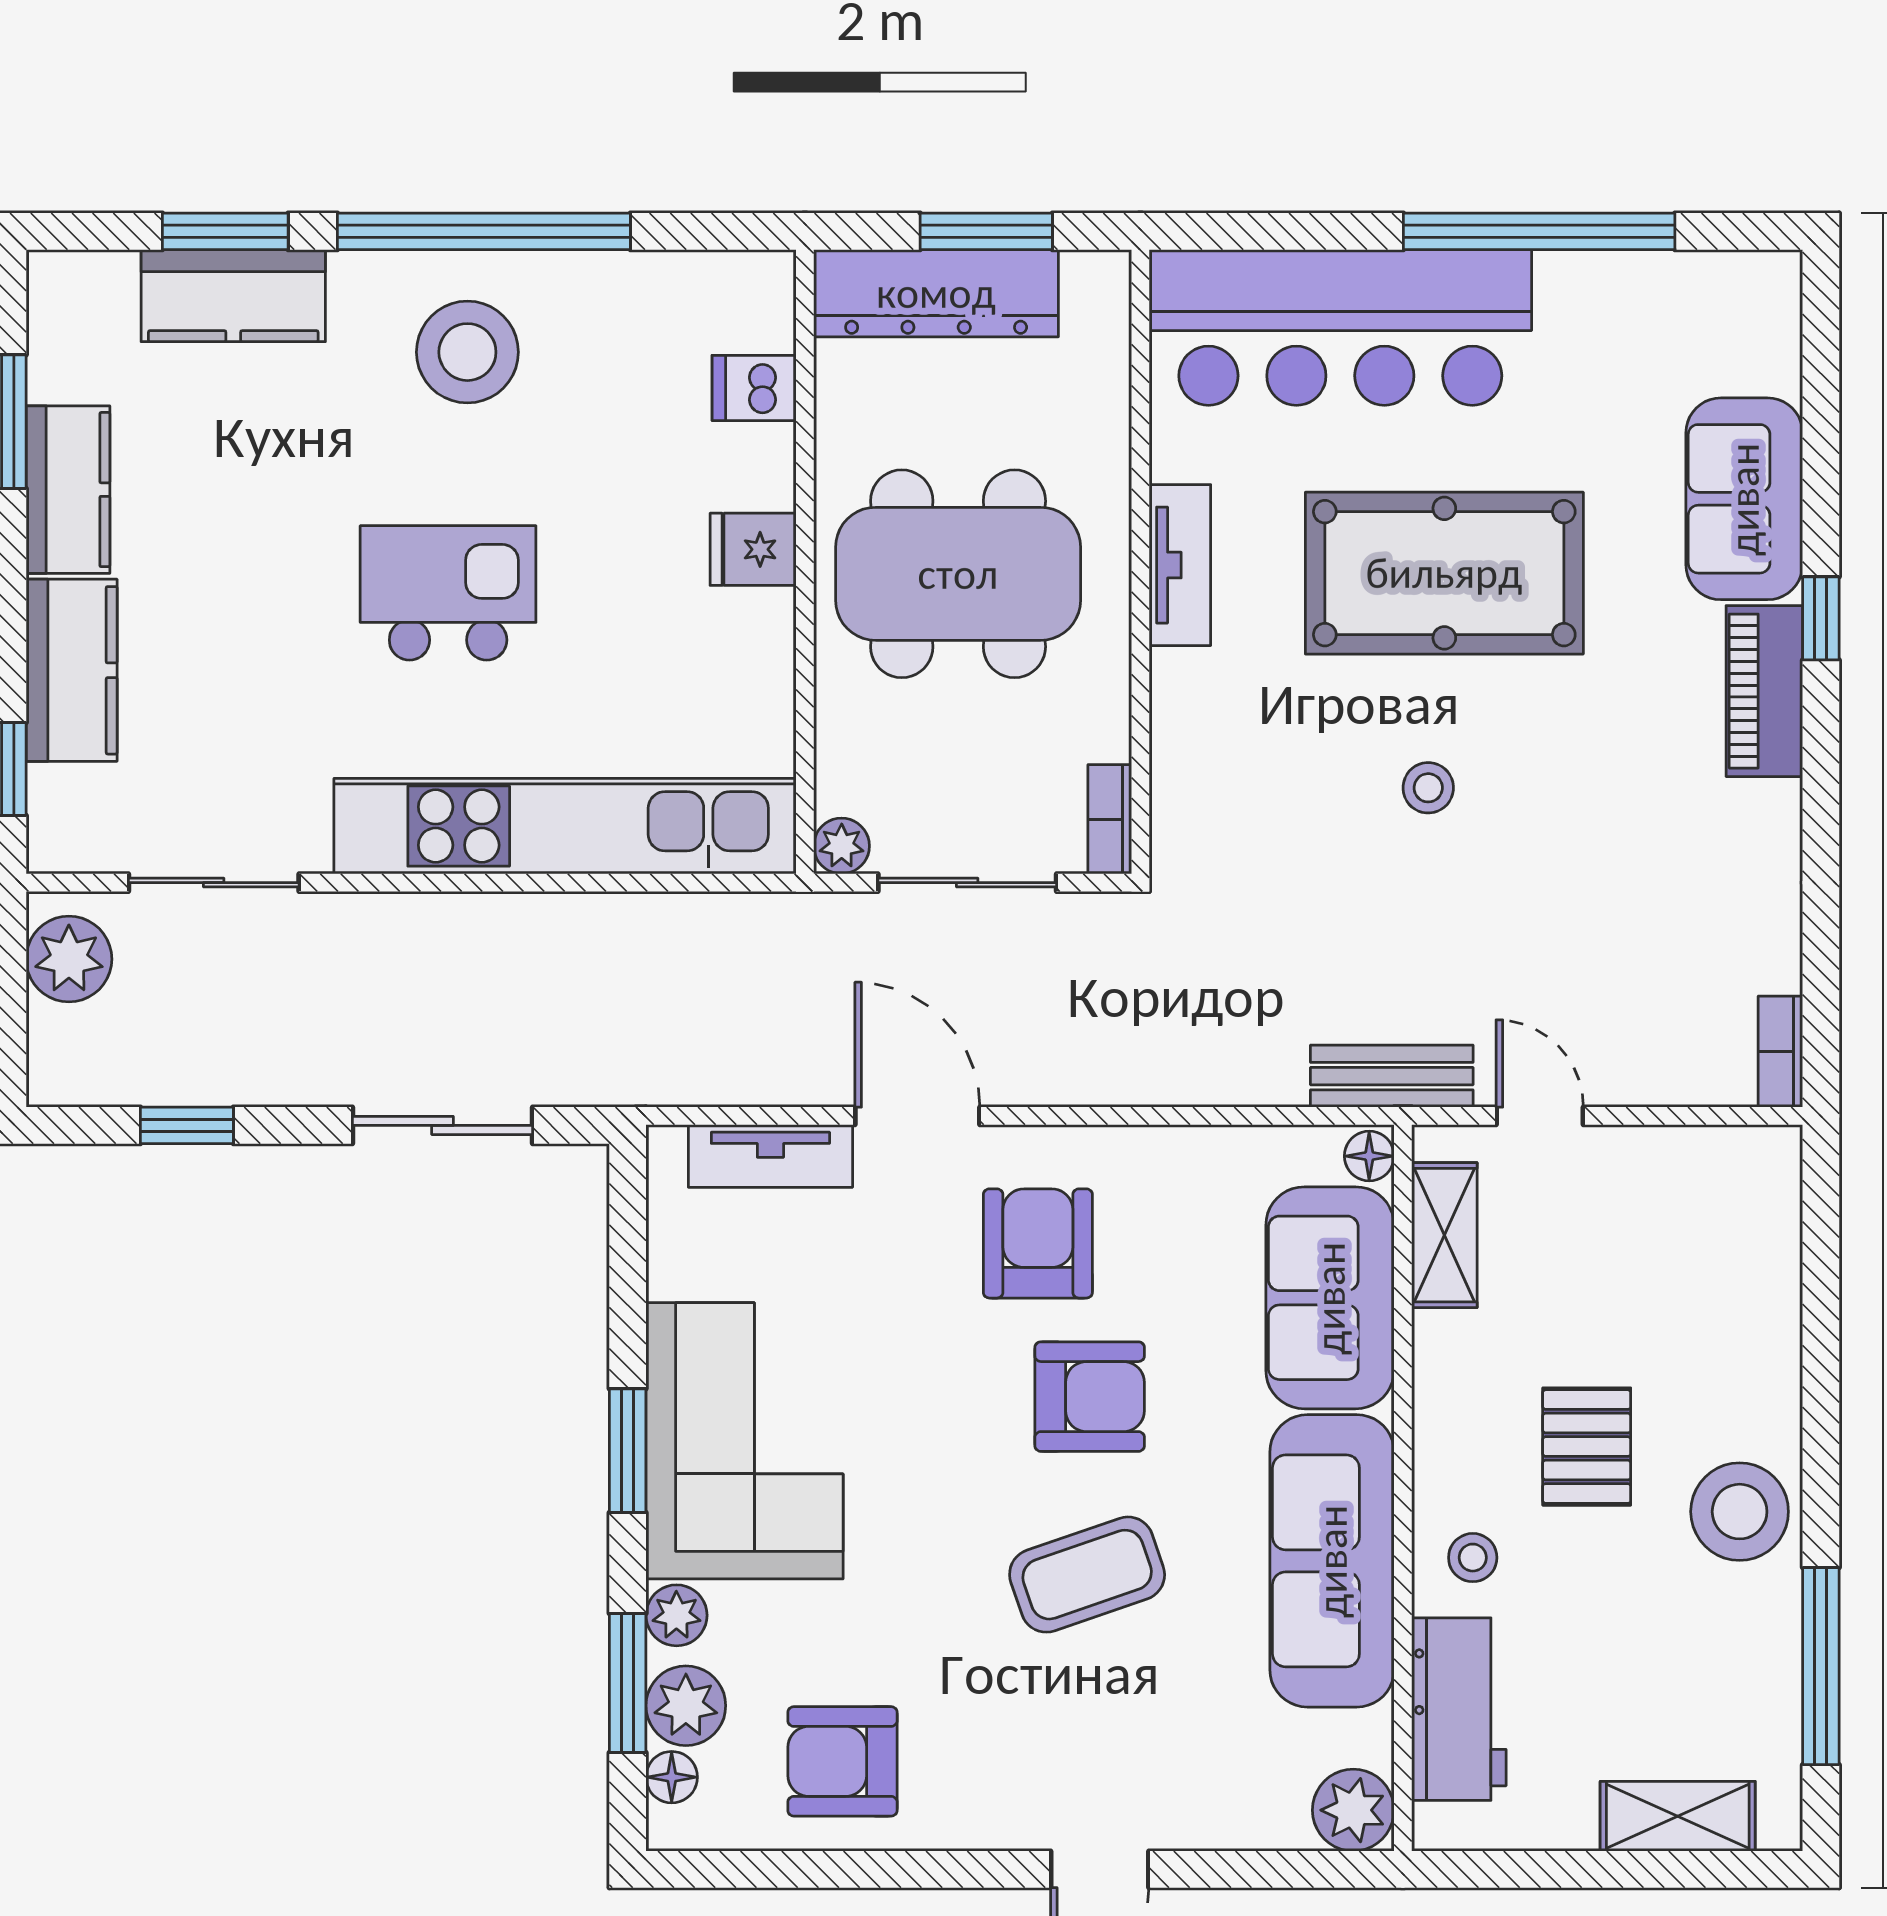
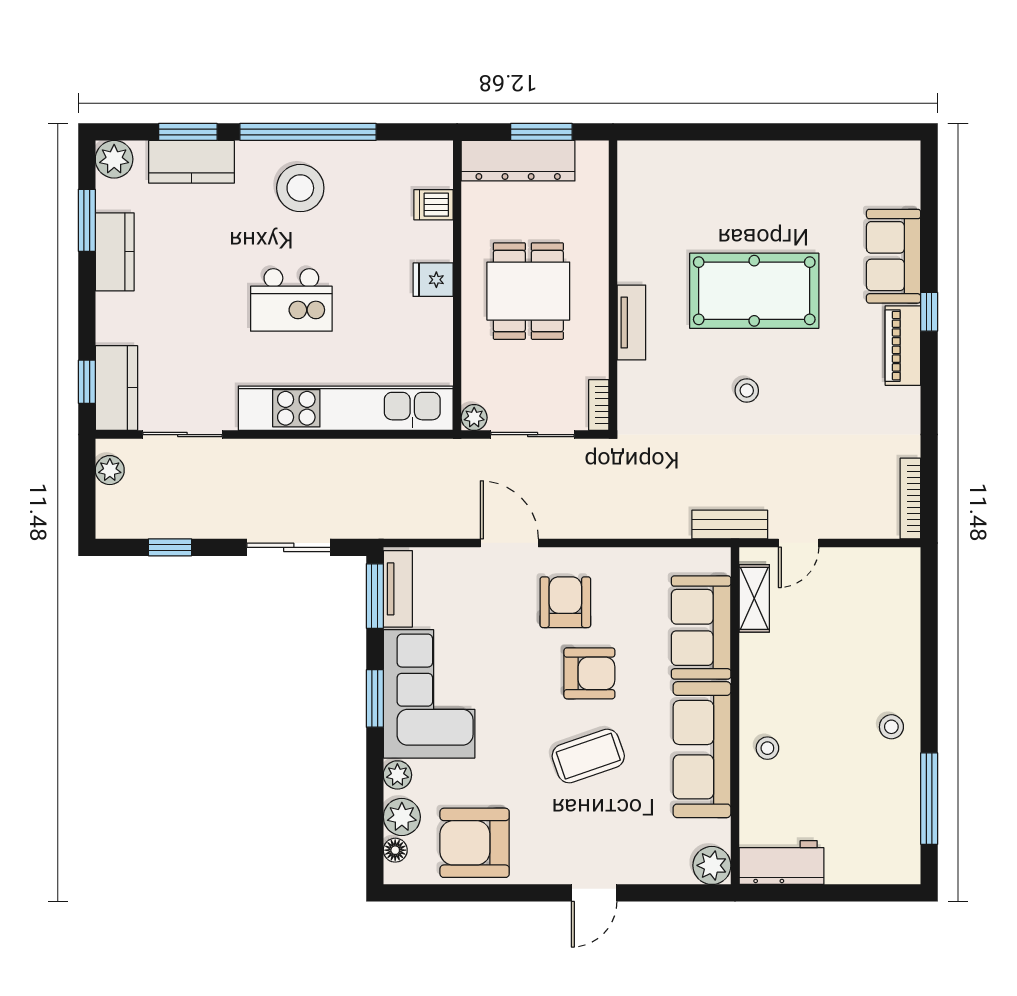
window: (1539, 231) -> (798, 132), removed
plant: (67, 290) -> (114, 159), added
bar counter: (1340, 327) -> (706, 177), removed
tv unit: (1180, 565) -> (631, 322), moved
dining table: (958, 574) -> (528, 291), width x0.73
kitchen island: (448, 593) -> (291, 300), turned 180
kitchen counter: (72, 670) -> (116, 388), moved
plant: (69, 959) -> (110, 470), width x0.73, depth x0.73
bookcase: (1780, 1052) -> (910, 499), width x1.56
door: (1540, 1116) -> (799, 543), swing flipped
tv unit: (770, 1156) -> (398, 589), moved, turned -90
floor lamp: (1369, 1156) -> (719, 562), removed
pallet: (1587, 1447) -> (820, 697), removed
stool: (1740, 1512) -> (891, 727), width x0.53, depth x0.53
window: (628, 1683) -> (375, 596), moved
workbench: (1459, 1709) -> (781, 863), moved, turned -90
armchair: (842, 1761) -> (475, 843), width x1.36, depth x1.36
shelving: (1678, 1816) -> (863, 868), removed

